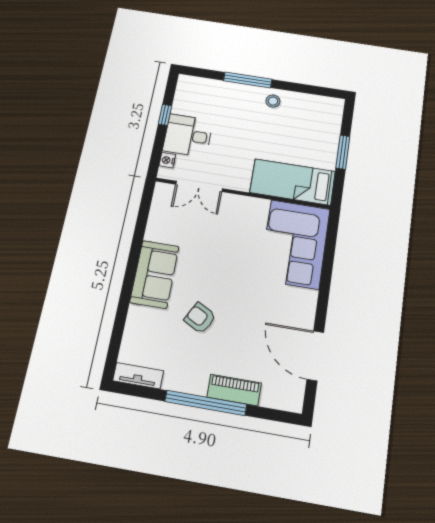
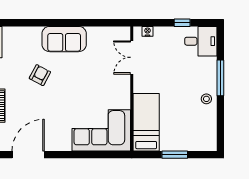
desk: (188, 136) -> (201, 41), moved, turned 90

